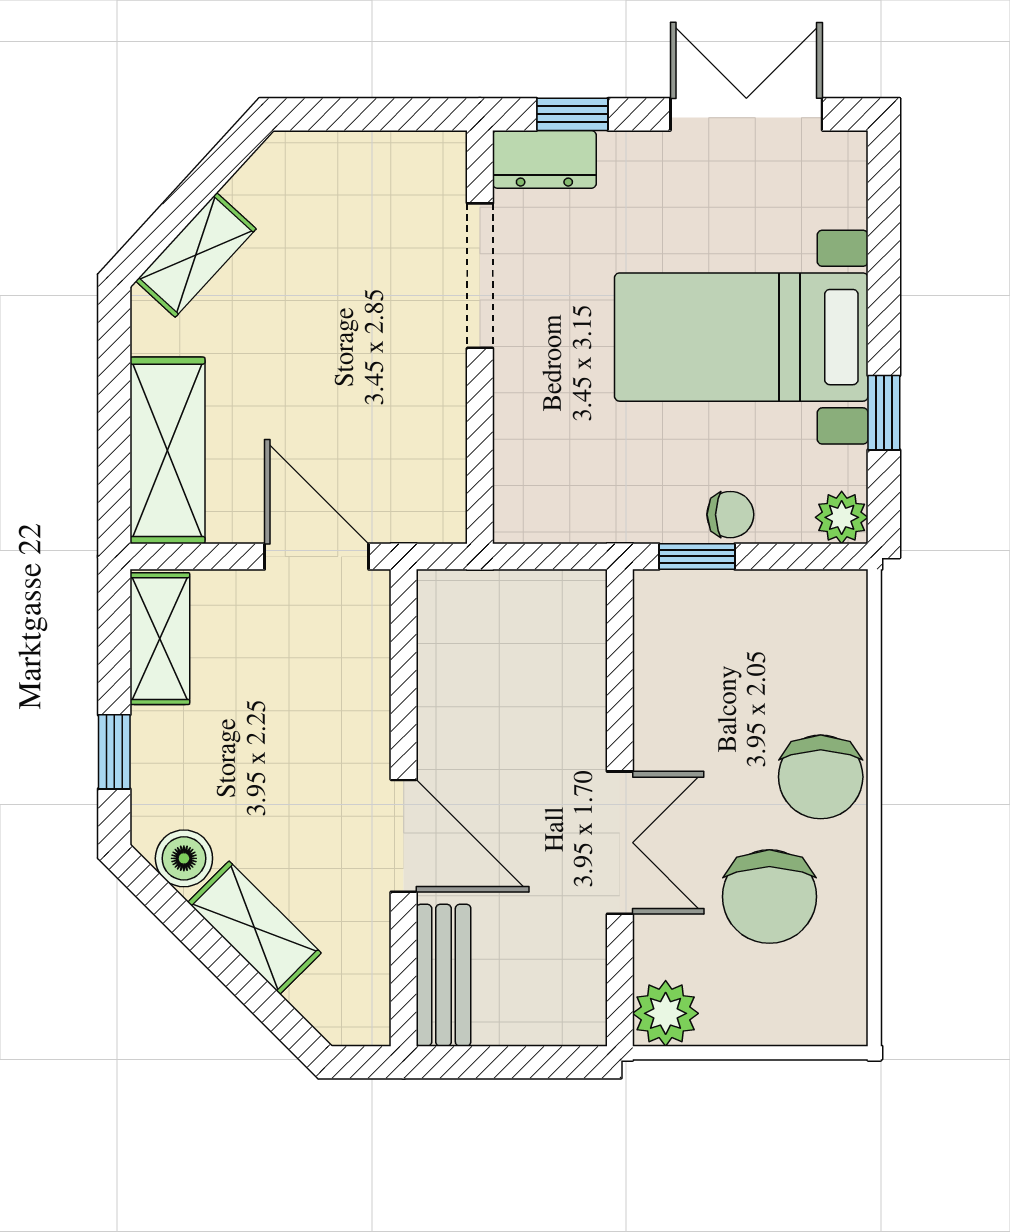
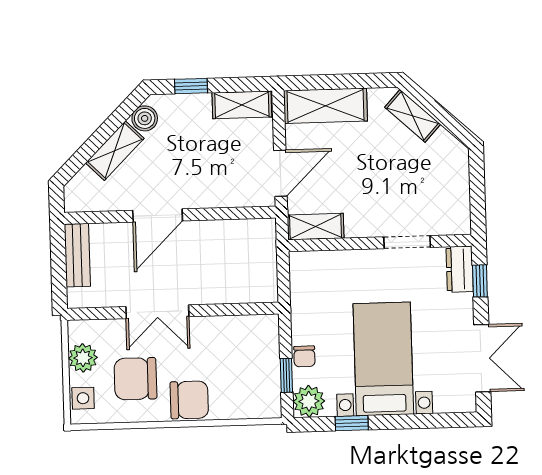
doorway: (480, 276) -> (407, 242), width x0.73
shelving: (439, 481) -> (316, 227), added
plant: (842, 517) -> (309, 401), width x1.38, depth x1.38
window: (697, 556) -> (286, 375), moved
chair: (821, 777) -> (189, 400), turned 180
bench: (444, 975) -> (77, 255), moved, turned 90
plant: (666, 1013) -> (83, 358), moved
side table: (810, 1016) -> (83, 398), added

